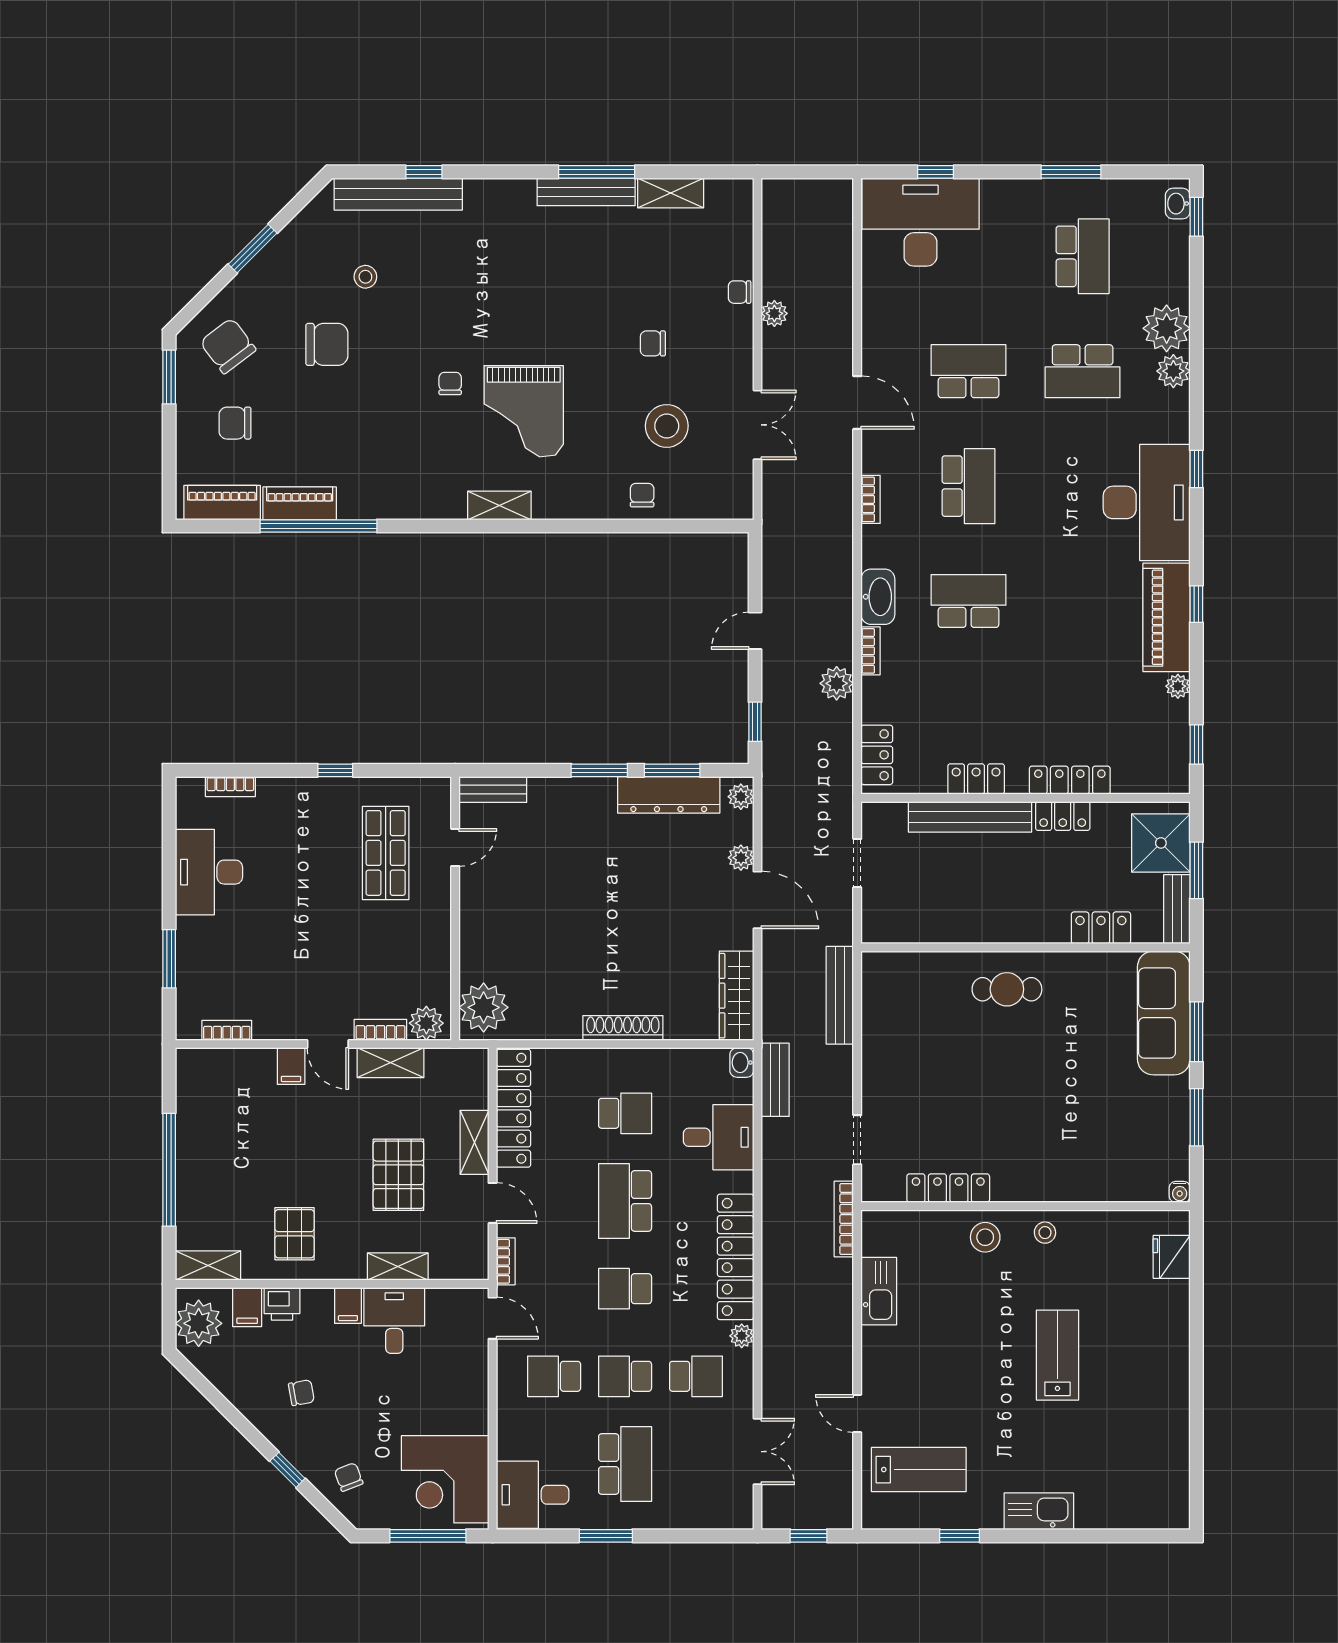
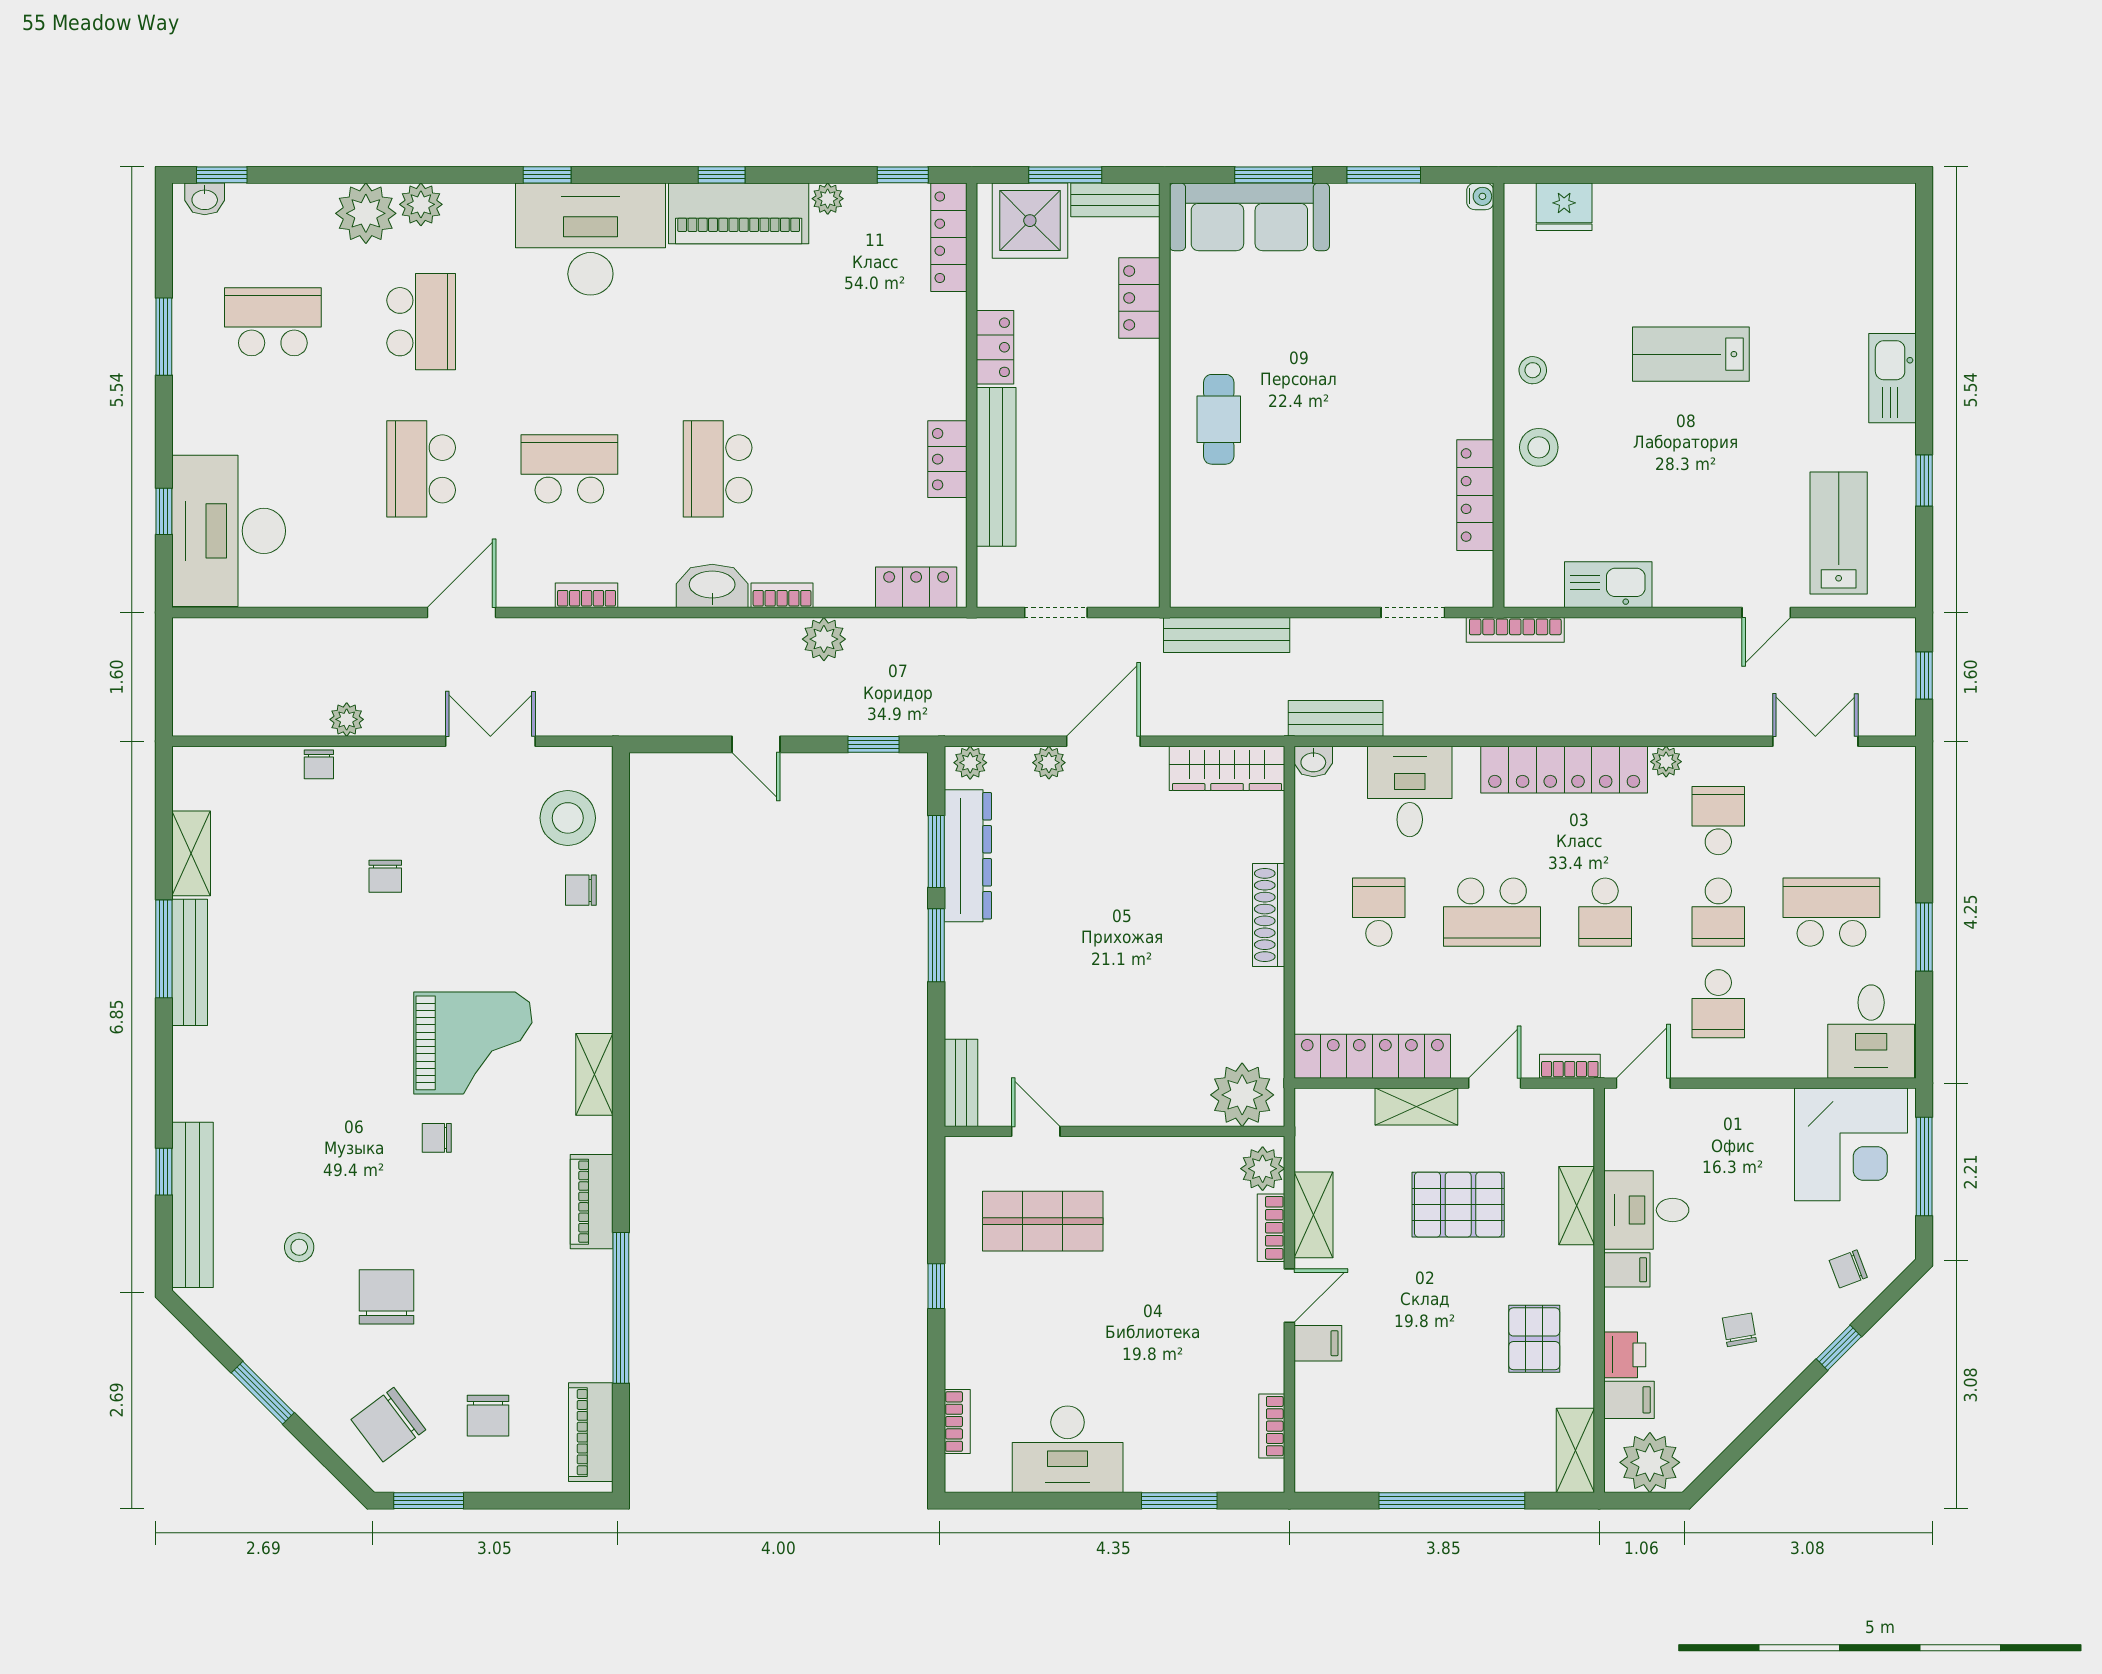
stool: (667, 426) -> (568, 818), moved
piano: (300, 503) -> (592, 1202), moved
locker: (1070, 780) -> (949, 237), moved
pallet: (294, 1234) -> (1534, 1339), turned 90

